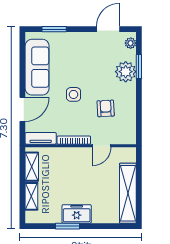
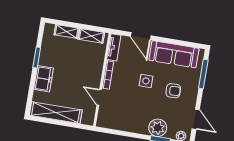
window: (54, 29) -> (203, 74), width x1.44
armchair: (106, 108) -> (173, 91), moved
freezer: (77, 214) -> (44, 79), moved

